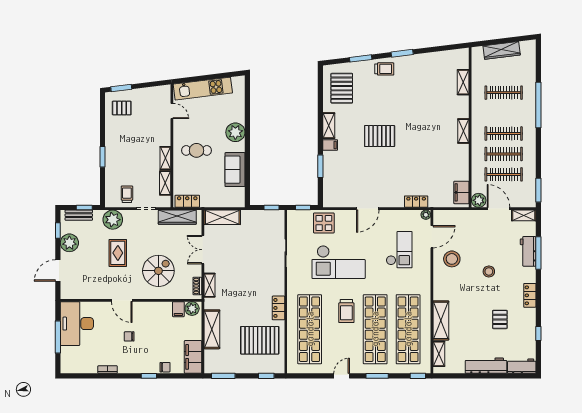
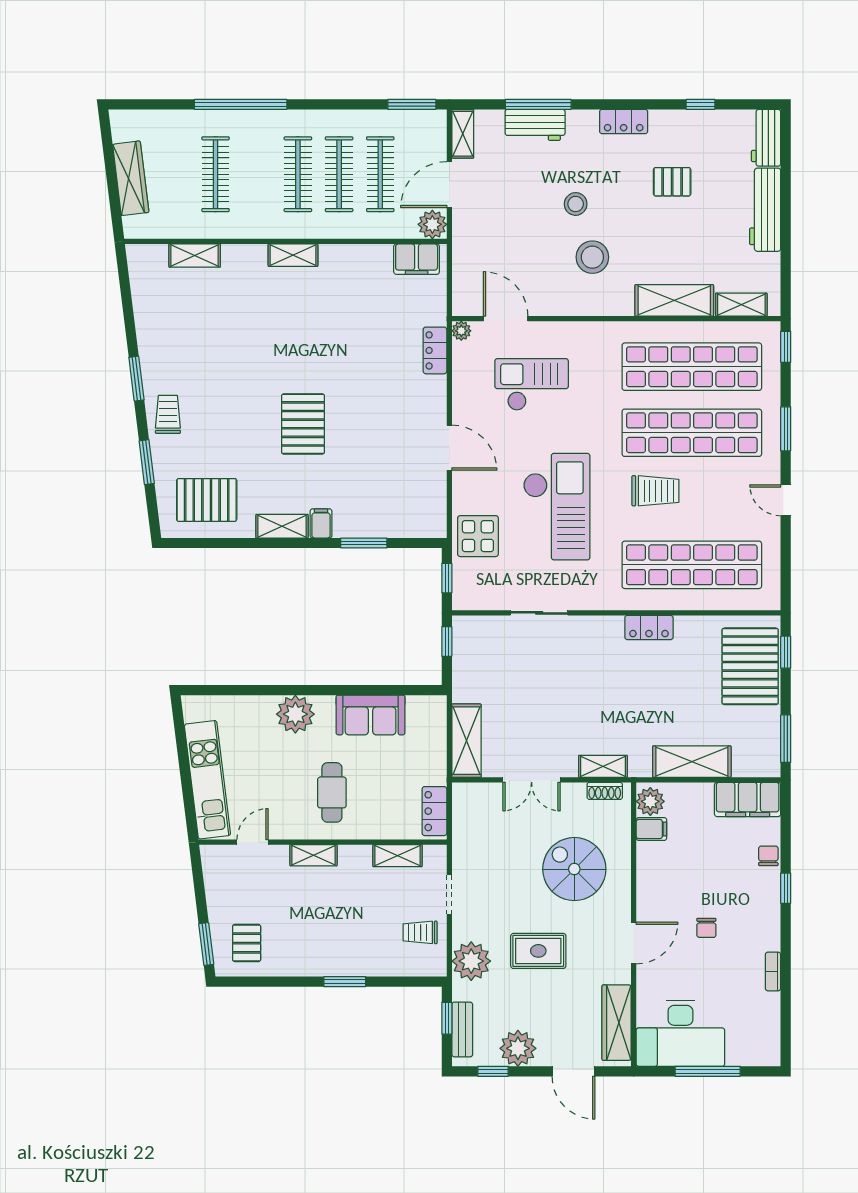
shelving: (165, 158) -> (314, 855), moved
wardrobe: (177, 217) -> (617, 1023), moved, turned 180
stool: (452, 259) -> (592, 257), moved
pallet: (260, 340) -> (750, 666), moved

